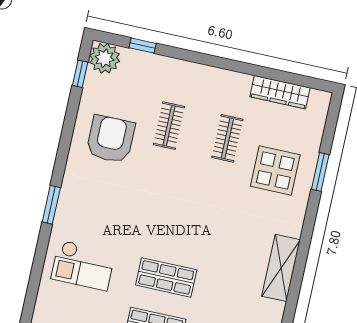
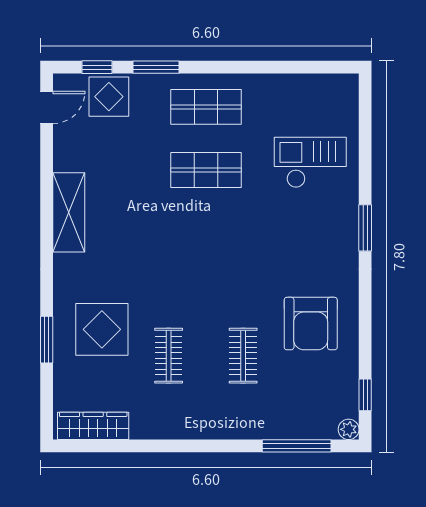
window: (143, 46) -> (297, 446), width x2.17
plant: (105, 58) -> (349, 429), width x0.53, depth x0.53
wardrobe: (280, 92) -> (93, 426), moved

